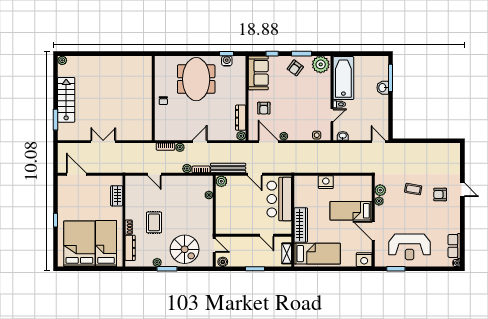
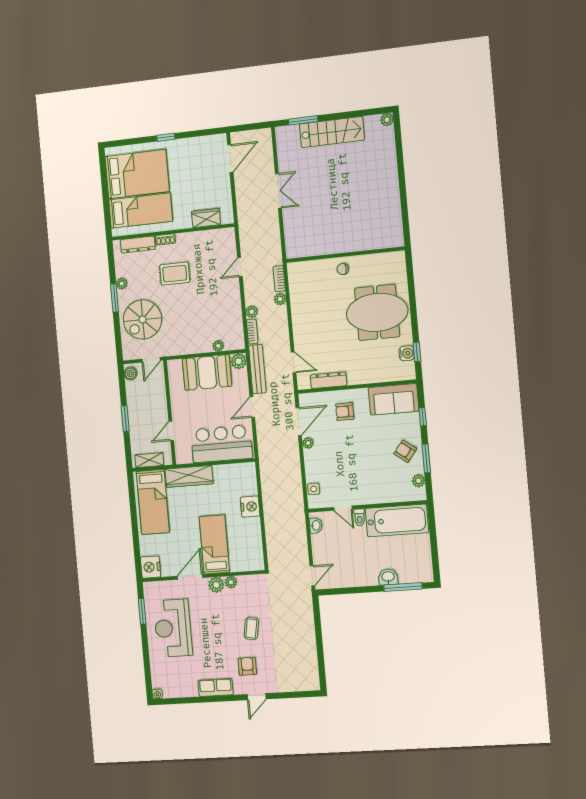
plant: (321, 64) -> (419, 481), width x0.53, depth x0.53
plant: (241, 136) -> (303, 383), removed
door: (200, 142) -> (294, 362), moved
plant: (380, 190) -> (216, 585), moved
booth: (227, 205) -> (207, 372), added
row of seats: (454, 246) -> (216, 687), moved

